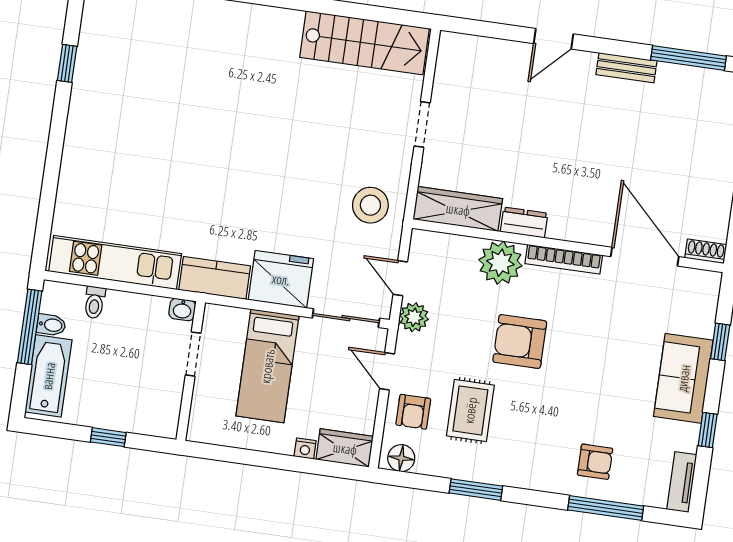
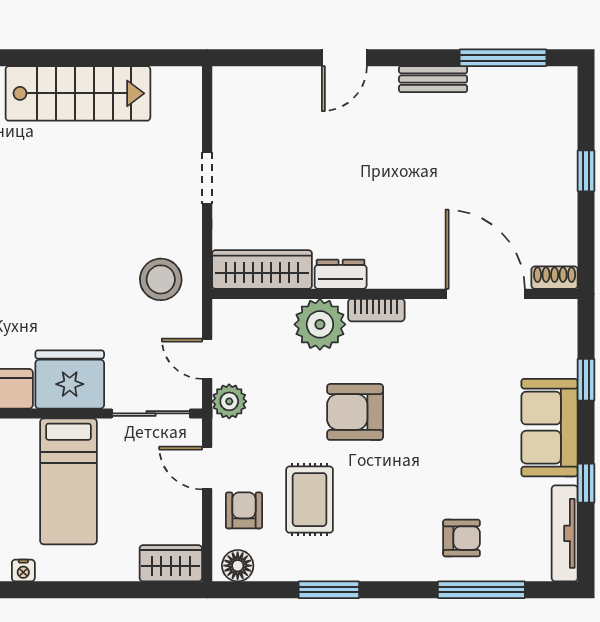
stairs: (365, 43) -> (78, 93), moved
bookcase: (564, 259) -> (376, 310), width x0.64
armchair: (413, 412) -> (244, 510), turned 180
nightstand: (305, 449) -> (23, 571), moved
tv unit: (682, 482) -> (565, 533), width x1.41

